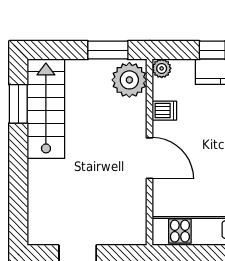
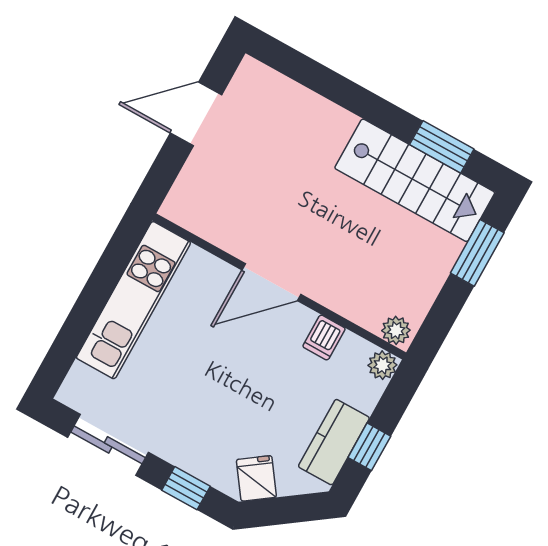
window: (108, 50) -> (477, 253), moved
plant: (129, 80) -> (396, 330), width x0.53, depth x0.53

